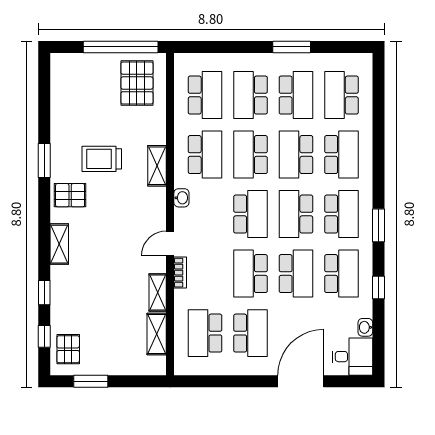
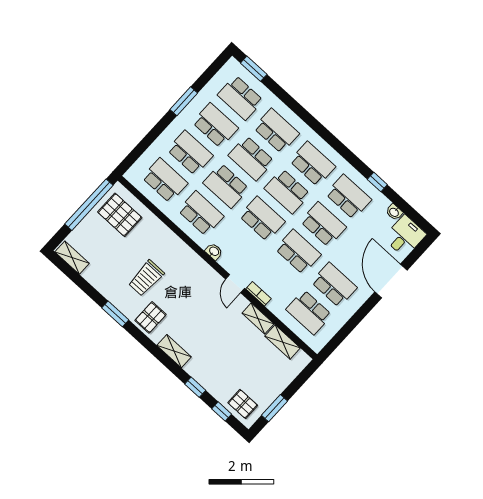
school desk: (250, 95) -> (190, 153), turned 180
shelving: (157, 166) -> (72, 258), moved
window: (378, 225) -> (254, 69), moved
school desk: (250, 274) -> (298, 252), turned 180

